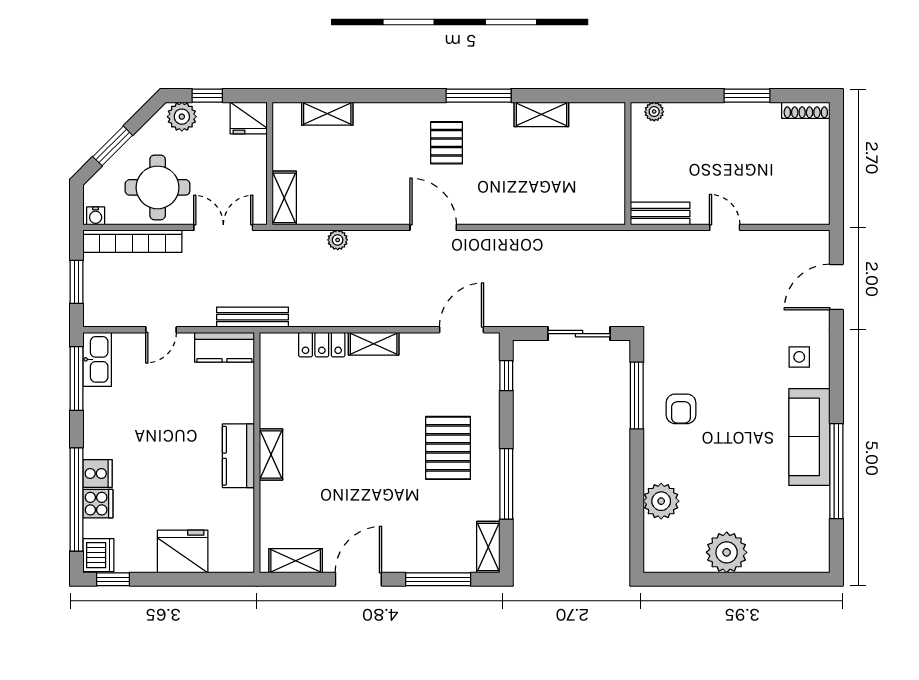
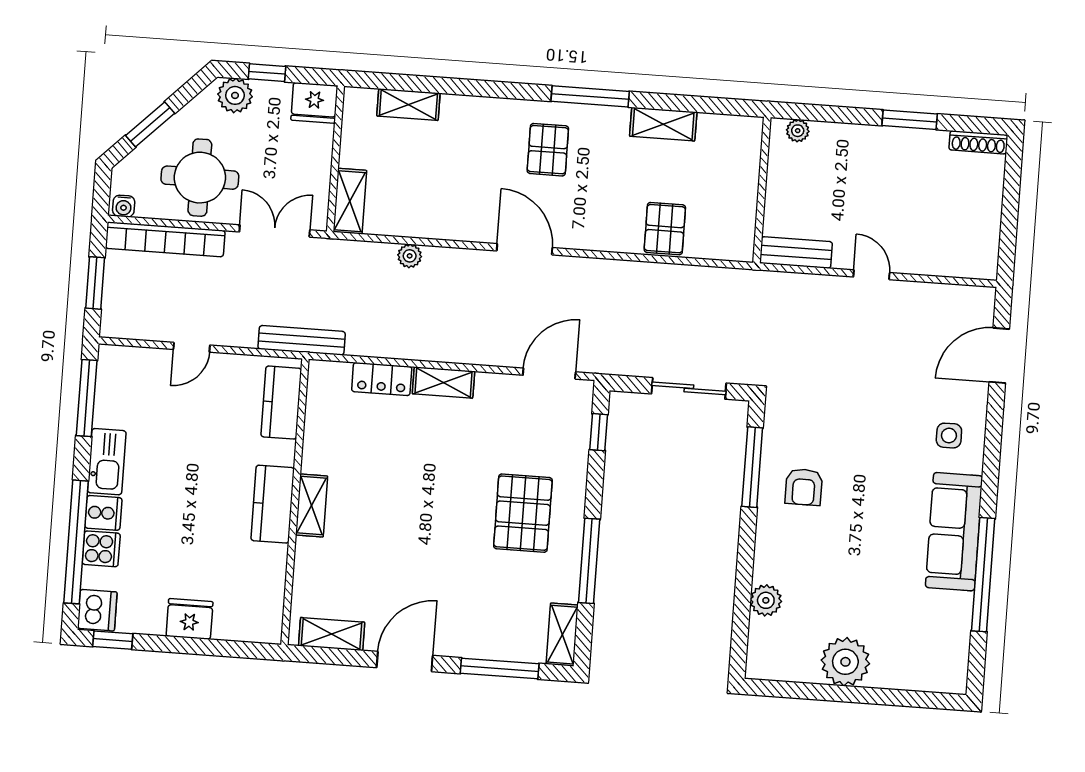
pallet: (549, 202) -> (665, 229), added
kitchen counter: (224, 347) -> (281, 403), moved, turned 90
kitchen sink: (97, 359) -> (107, 462), moved
plant: (661, 501) -> (766, 600), width x0.73, depth x0.73
fridge: (183, 551) -> (189, 619), width x0.73, depth x0.75

